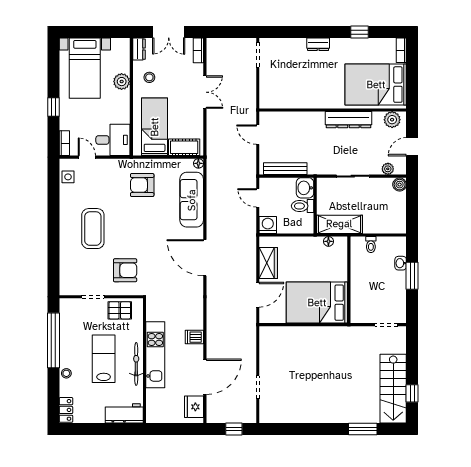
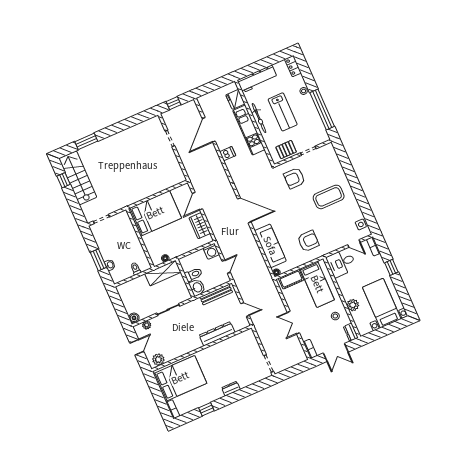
double door: (169, 32) -> (336, 352), swing flipped
dresser: (348, 120) -> (217, 334), moved
door: (258, 198) -> (226, 267), hinge flipped
coffee table: (93, 229) -> (329, 197), turned 90
fridge: (194, 407) -> (235, 99), moved, turned 180
workbench: (124, 413) -> (257, 79), width x1.38

